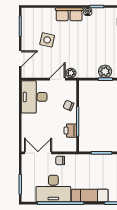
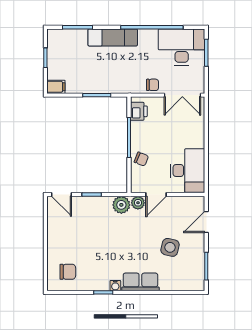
plant: (105, 71) -> (121, 205), moved
printer: (70, 131) -> (139, 111), moved
desk: (53, 189) -> (182, 47), moved

